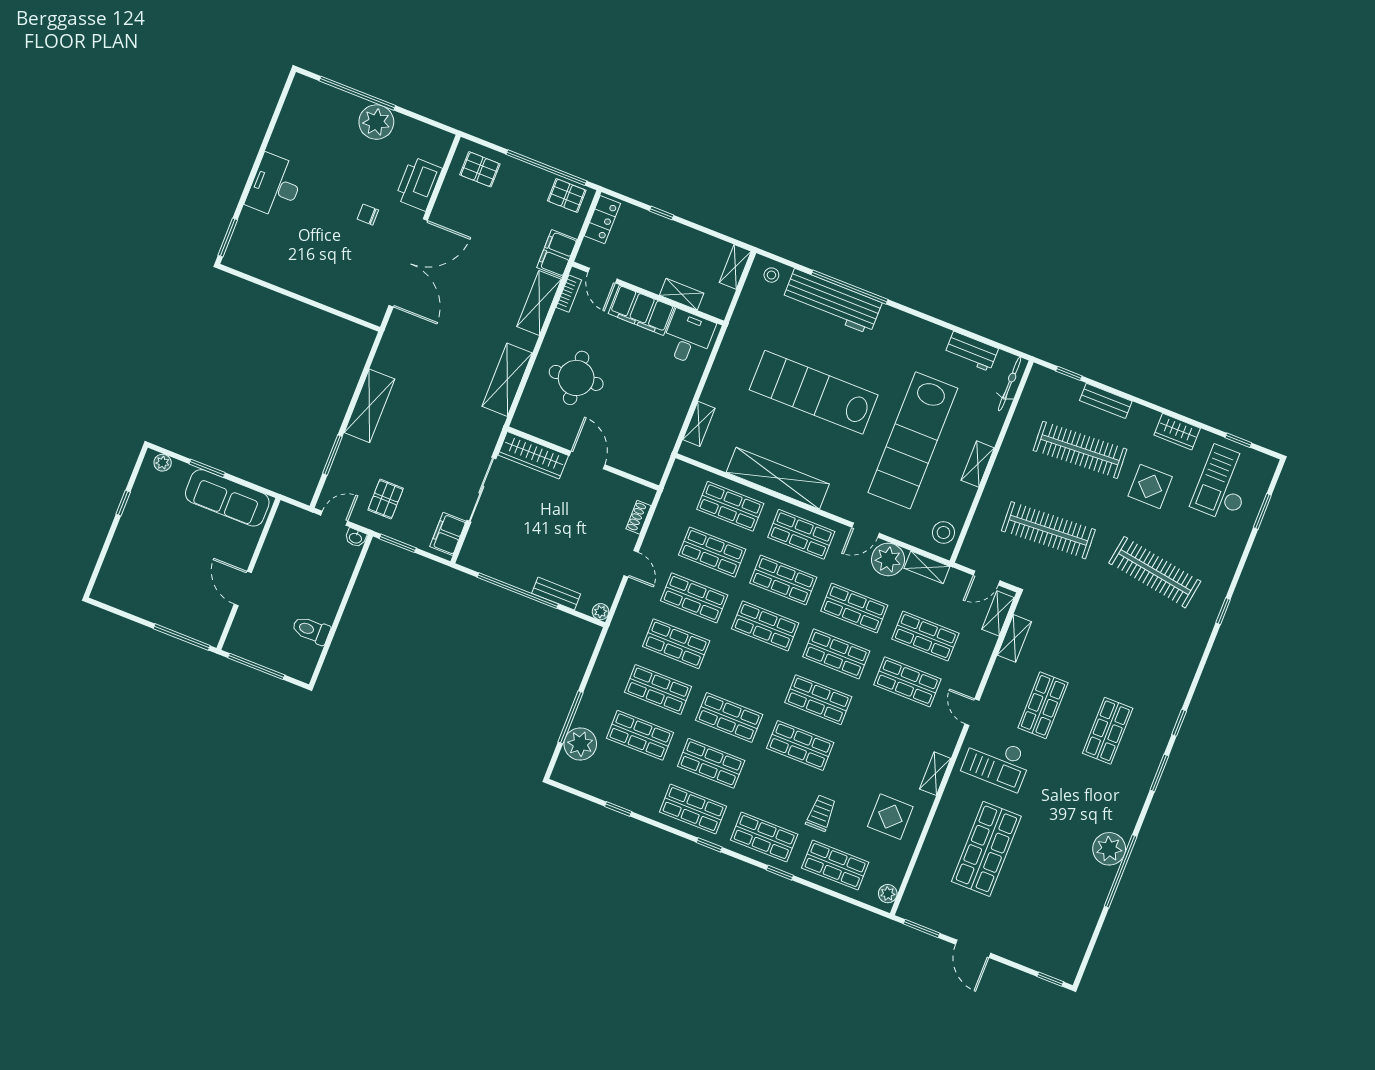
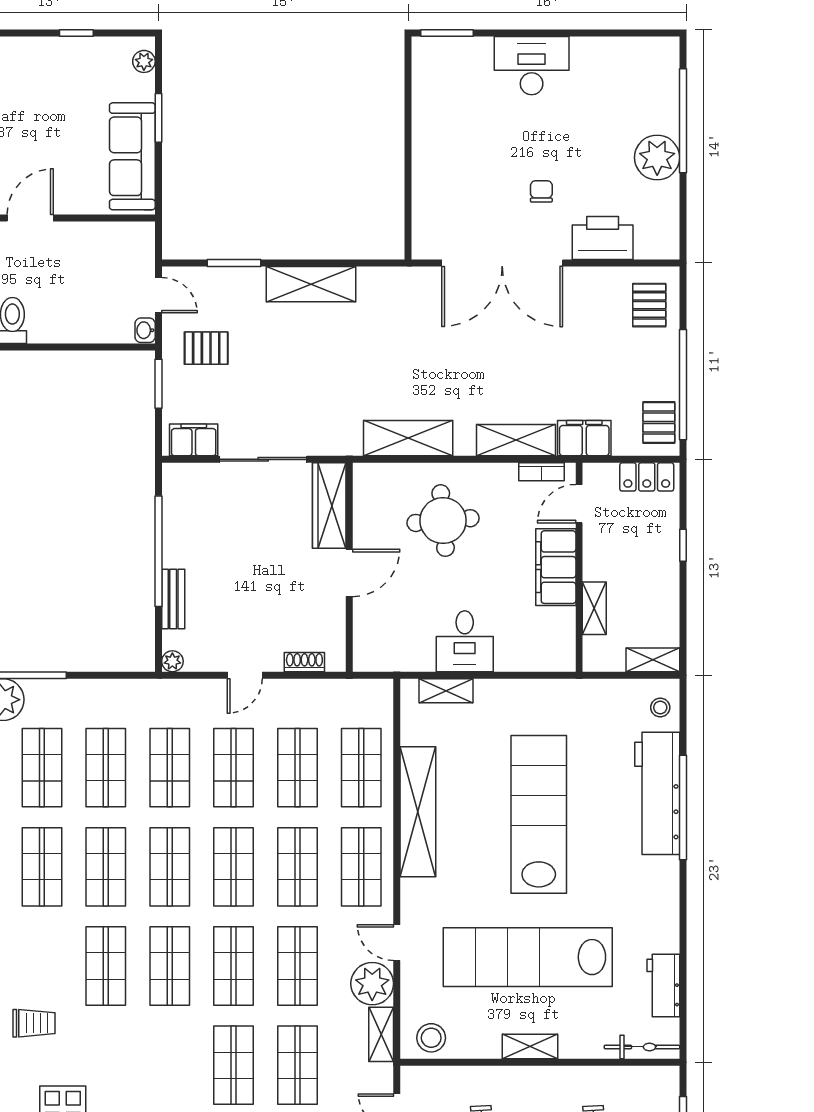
desk: (688, 337) -> (465, 641), moved, turned 90
shop shelf: (747, 672) -> (170, 867), added

